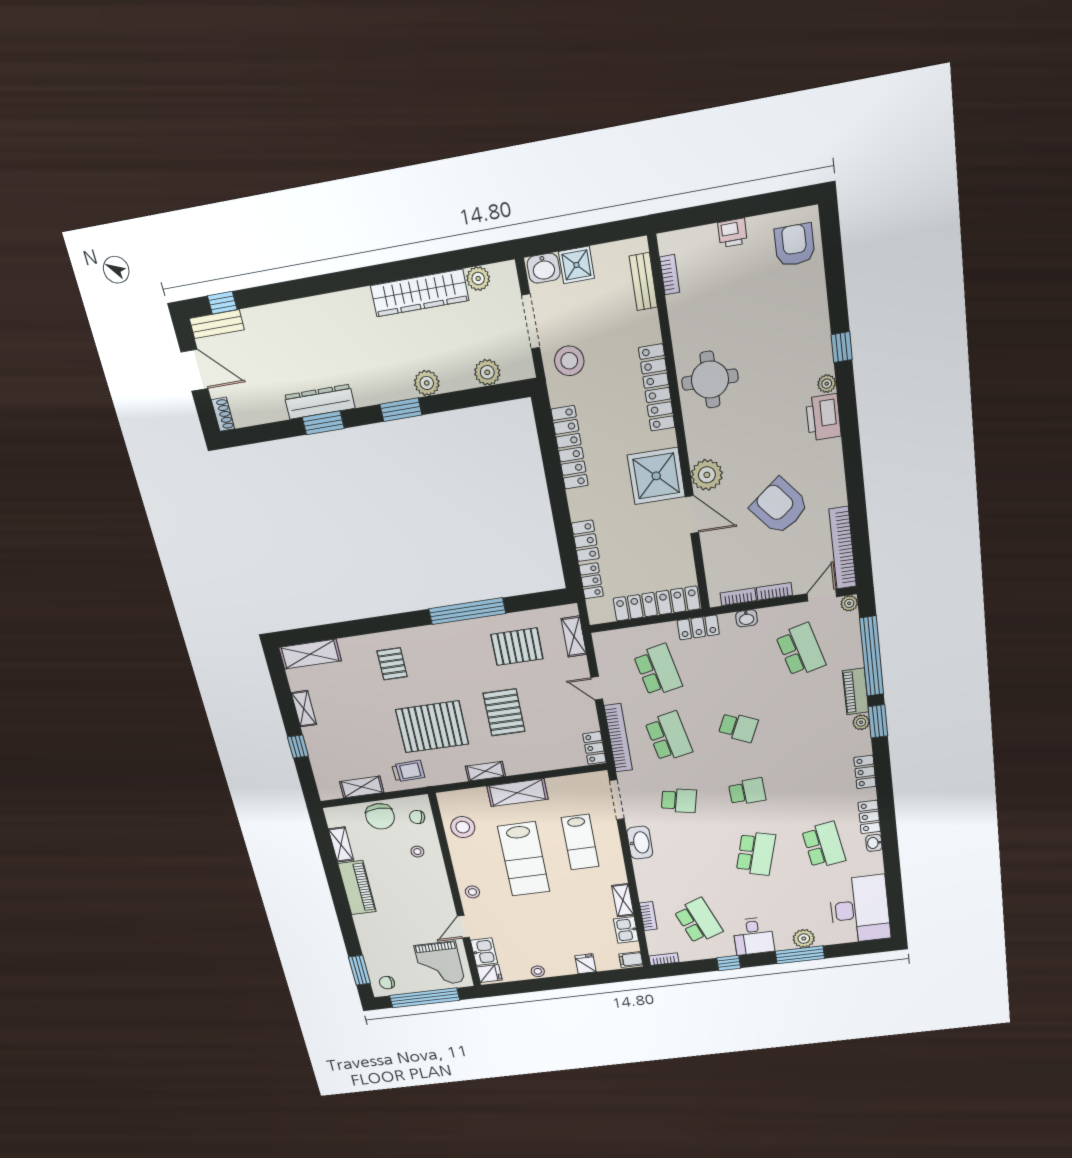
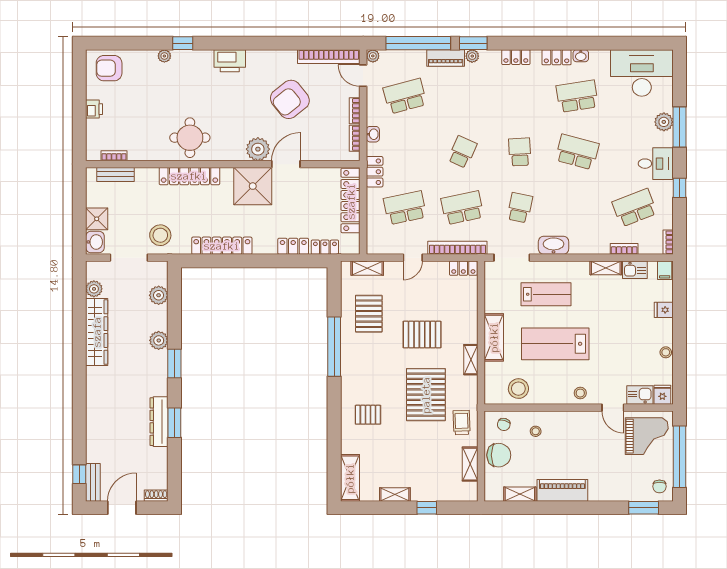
plant: (827, 384) -> (164, 56), moved
lab bench: (524, 859) -> (555, 344), turned 180

